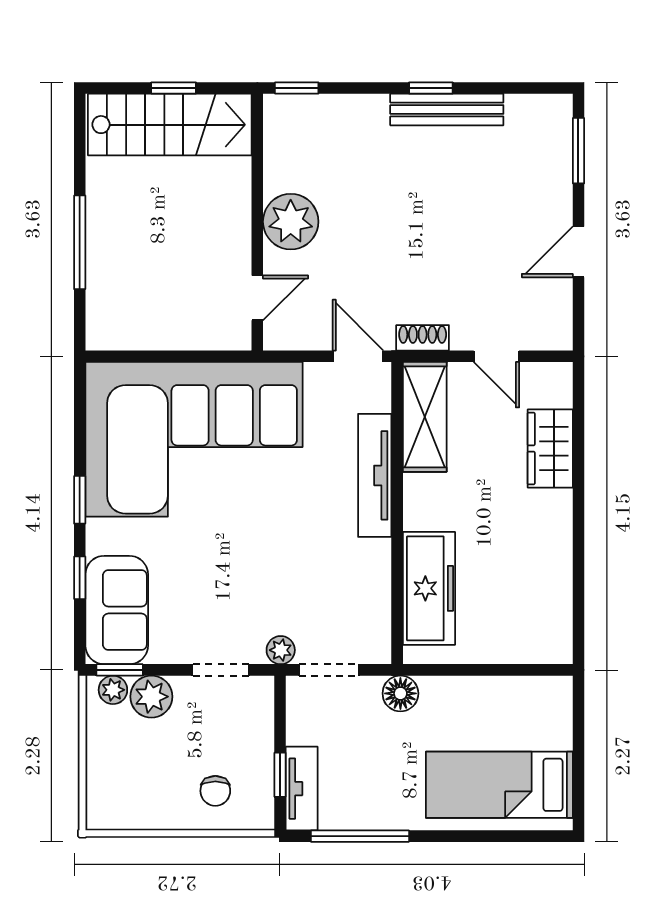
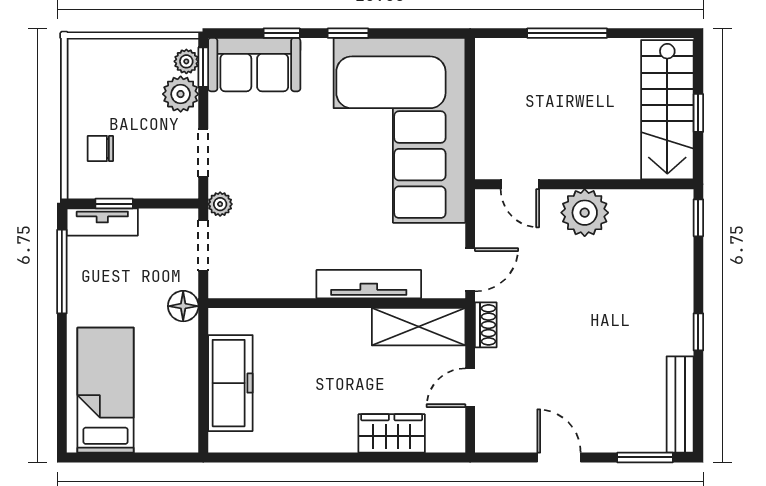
bench: (447, 110) -> (680, 405), moved
freezer: (429, 588) -> (230, 383), moved, turned -90

